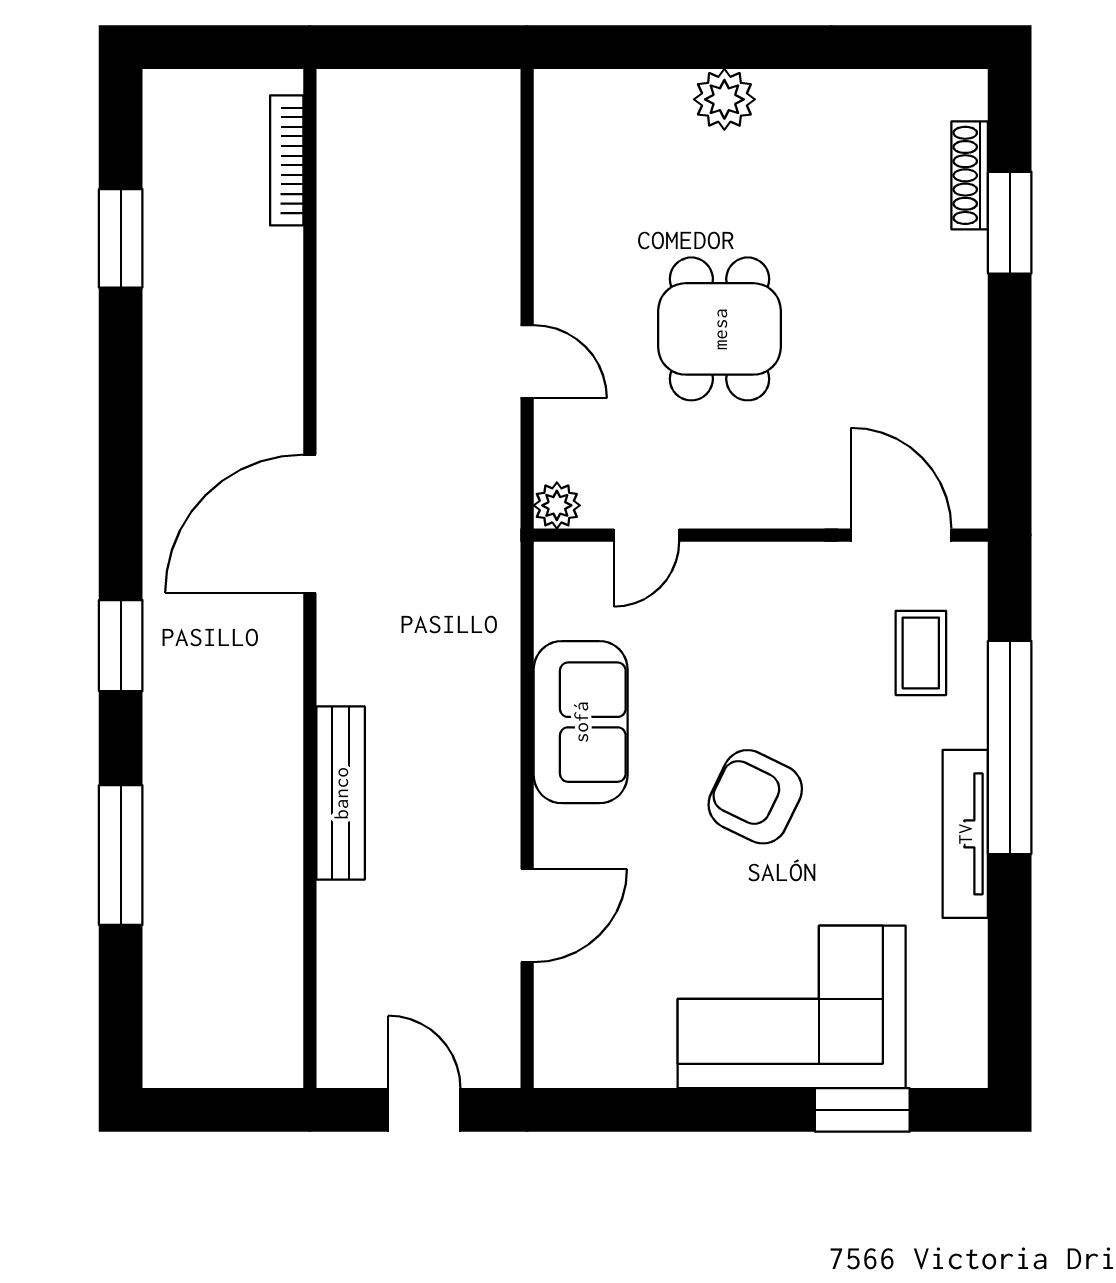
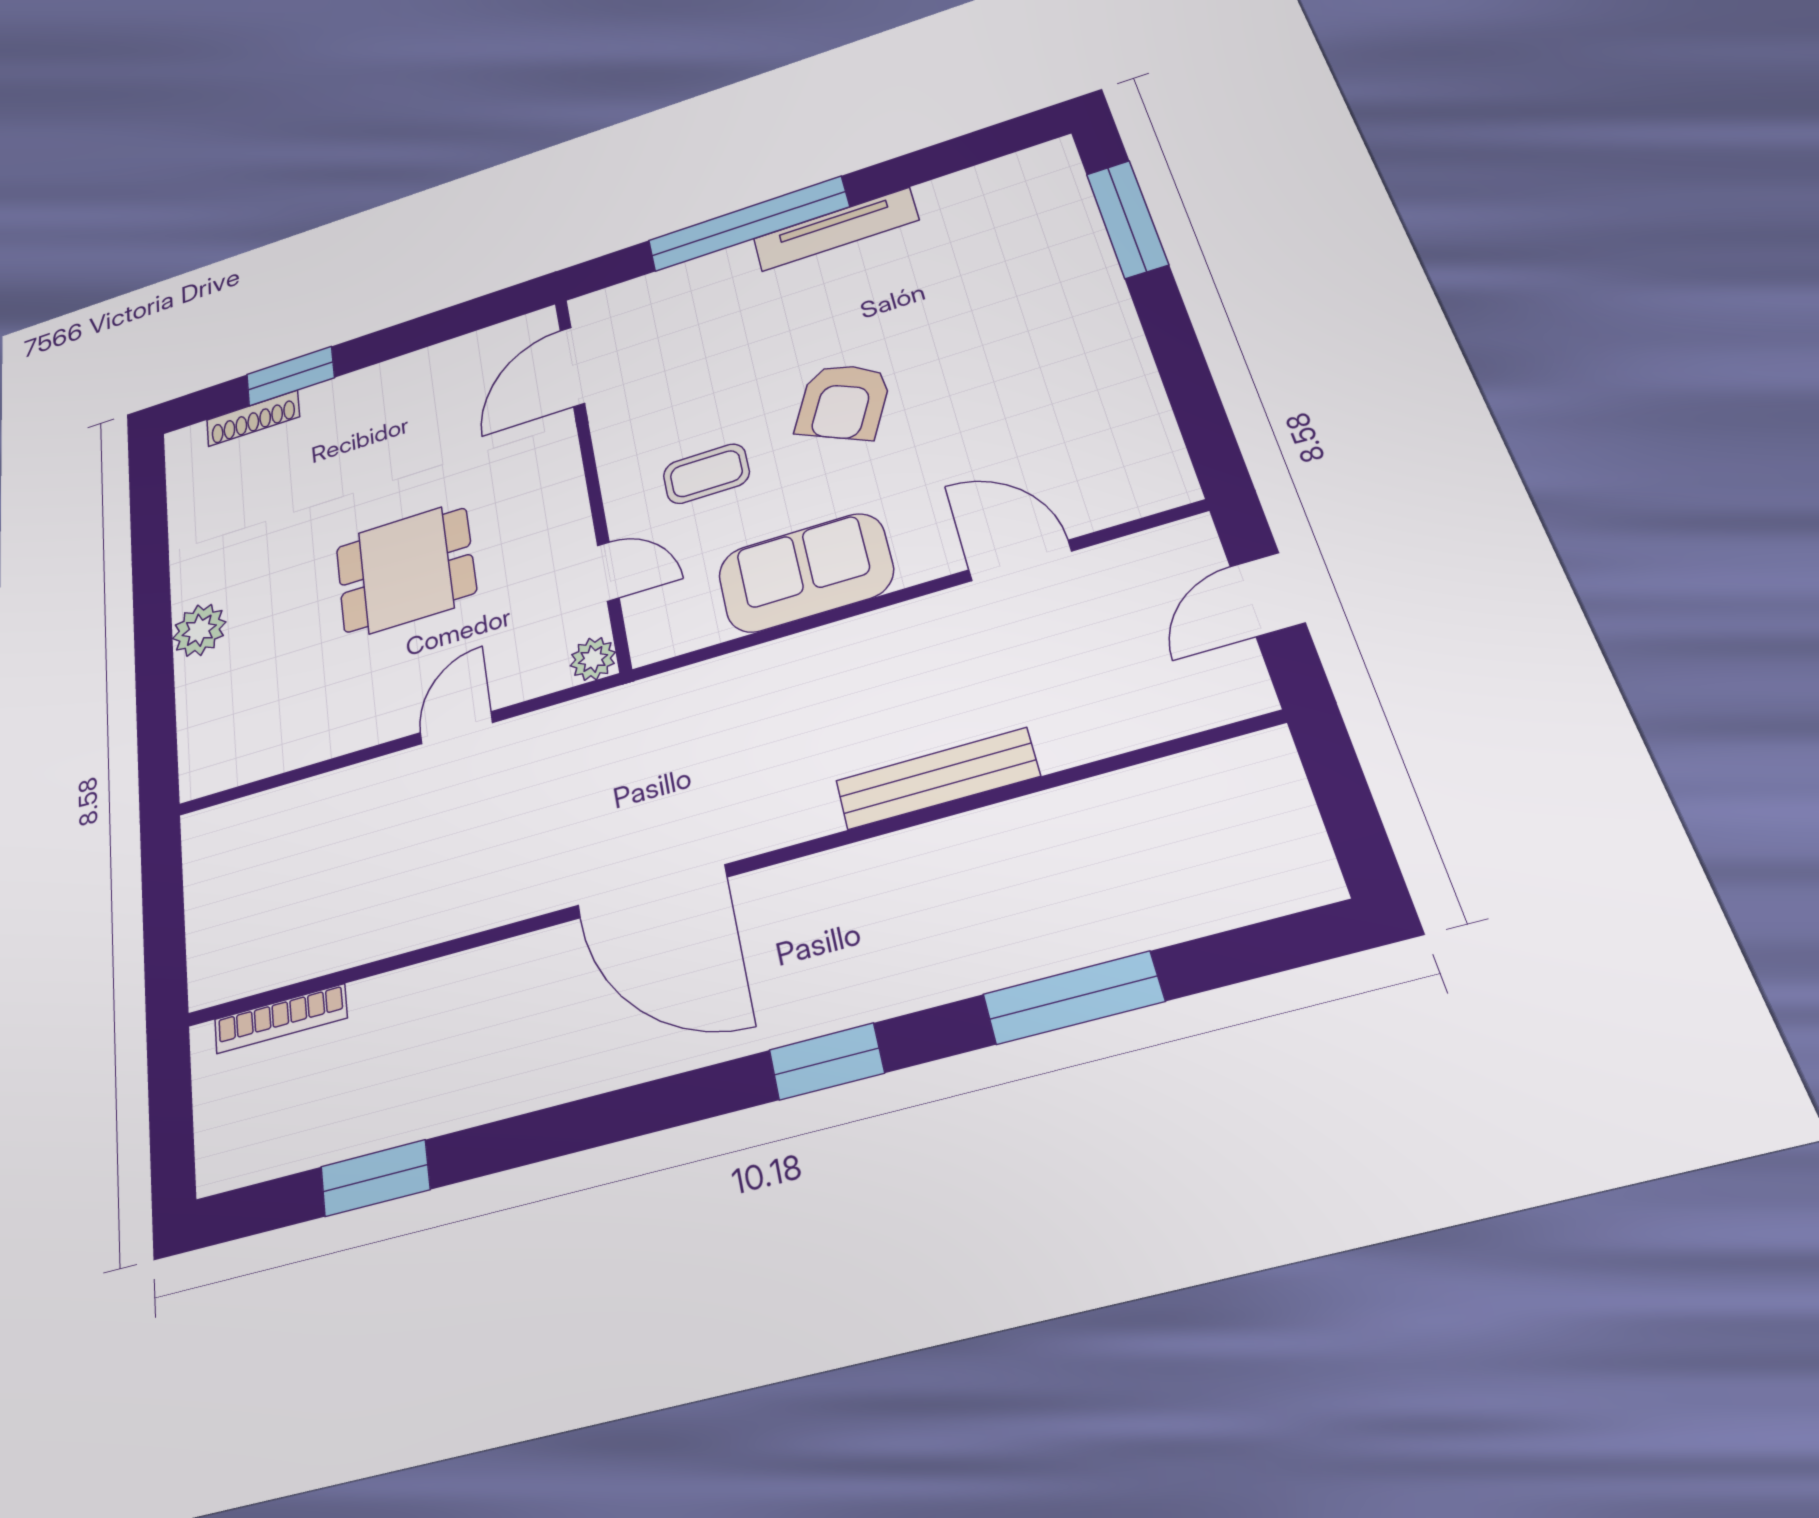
coffee table: (921, 653) -> (706, 474), moved
corner sofa: (792, 1007) -> (1043, 307), removed
window: (862, 1110) -> (1127, 219), width x1.44

